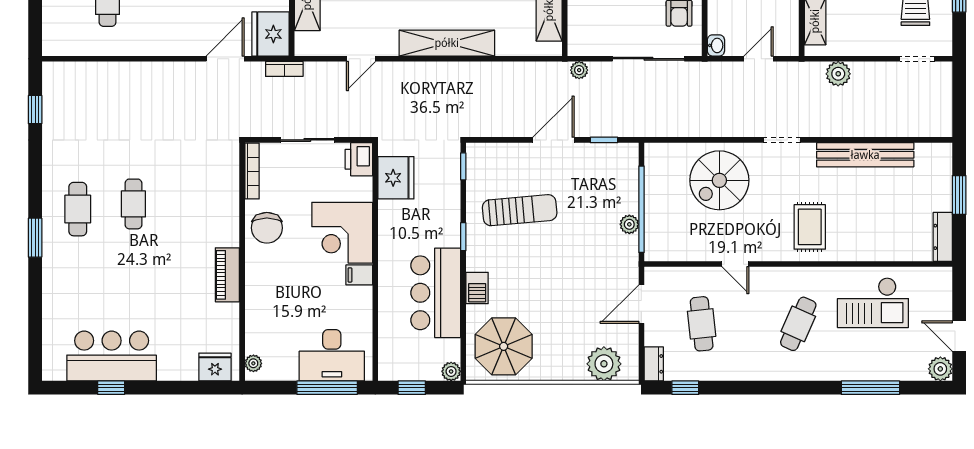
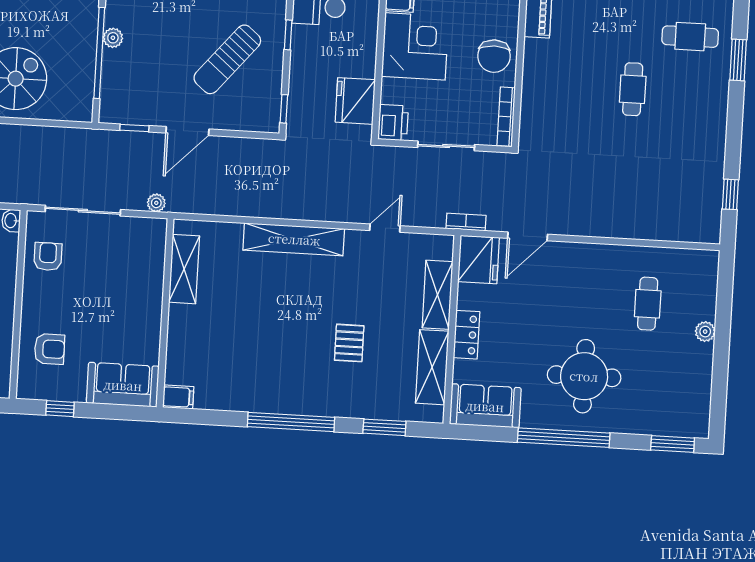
cafe table: (78, 209) -> (690, 37), moved, turned 90
sun lounger: (520, 210) -> (227, 59), turned -45
chair: (267, 228) -> (494, 56), turned 180

